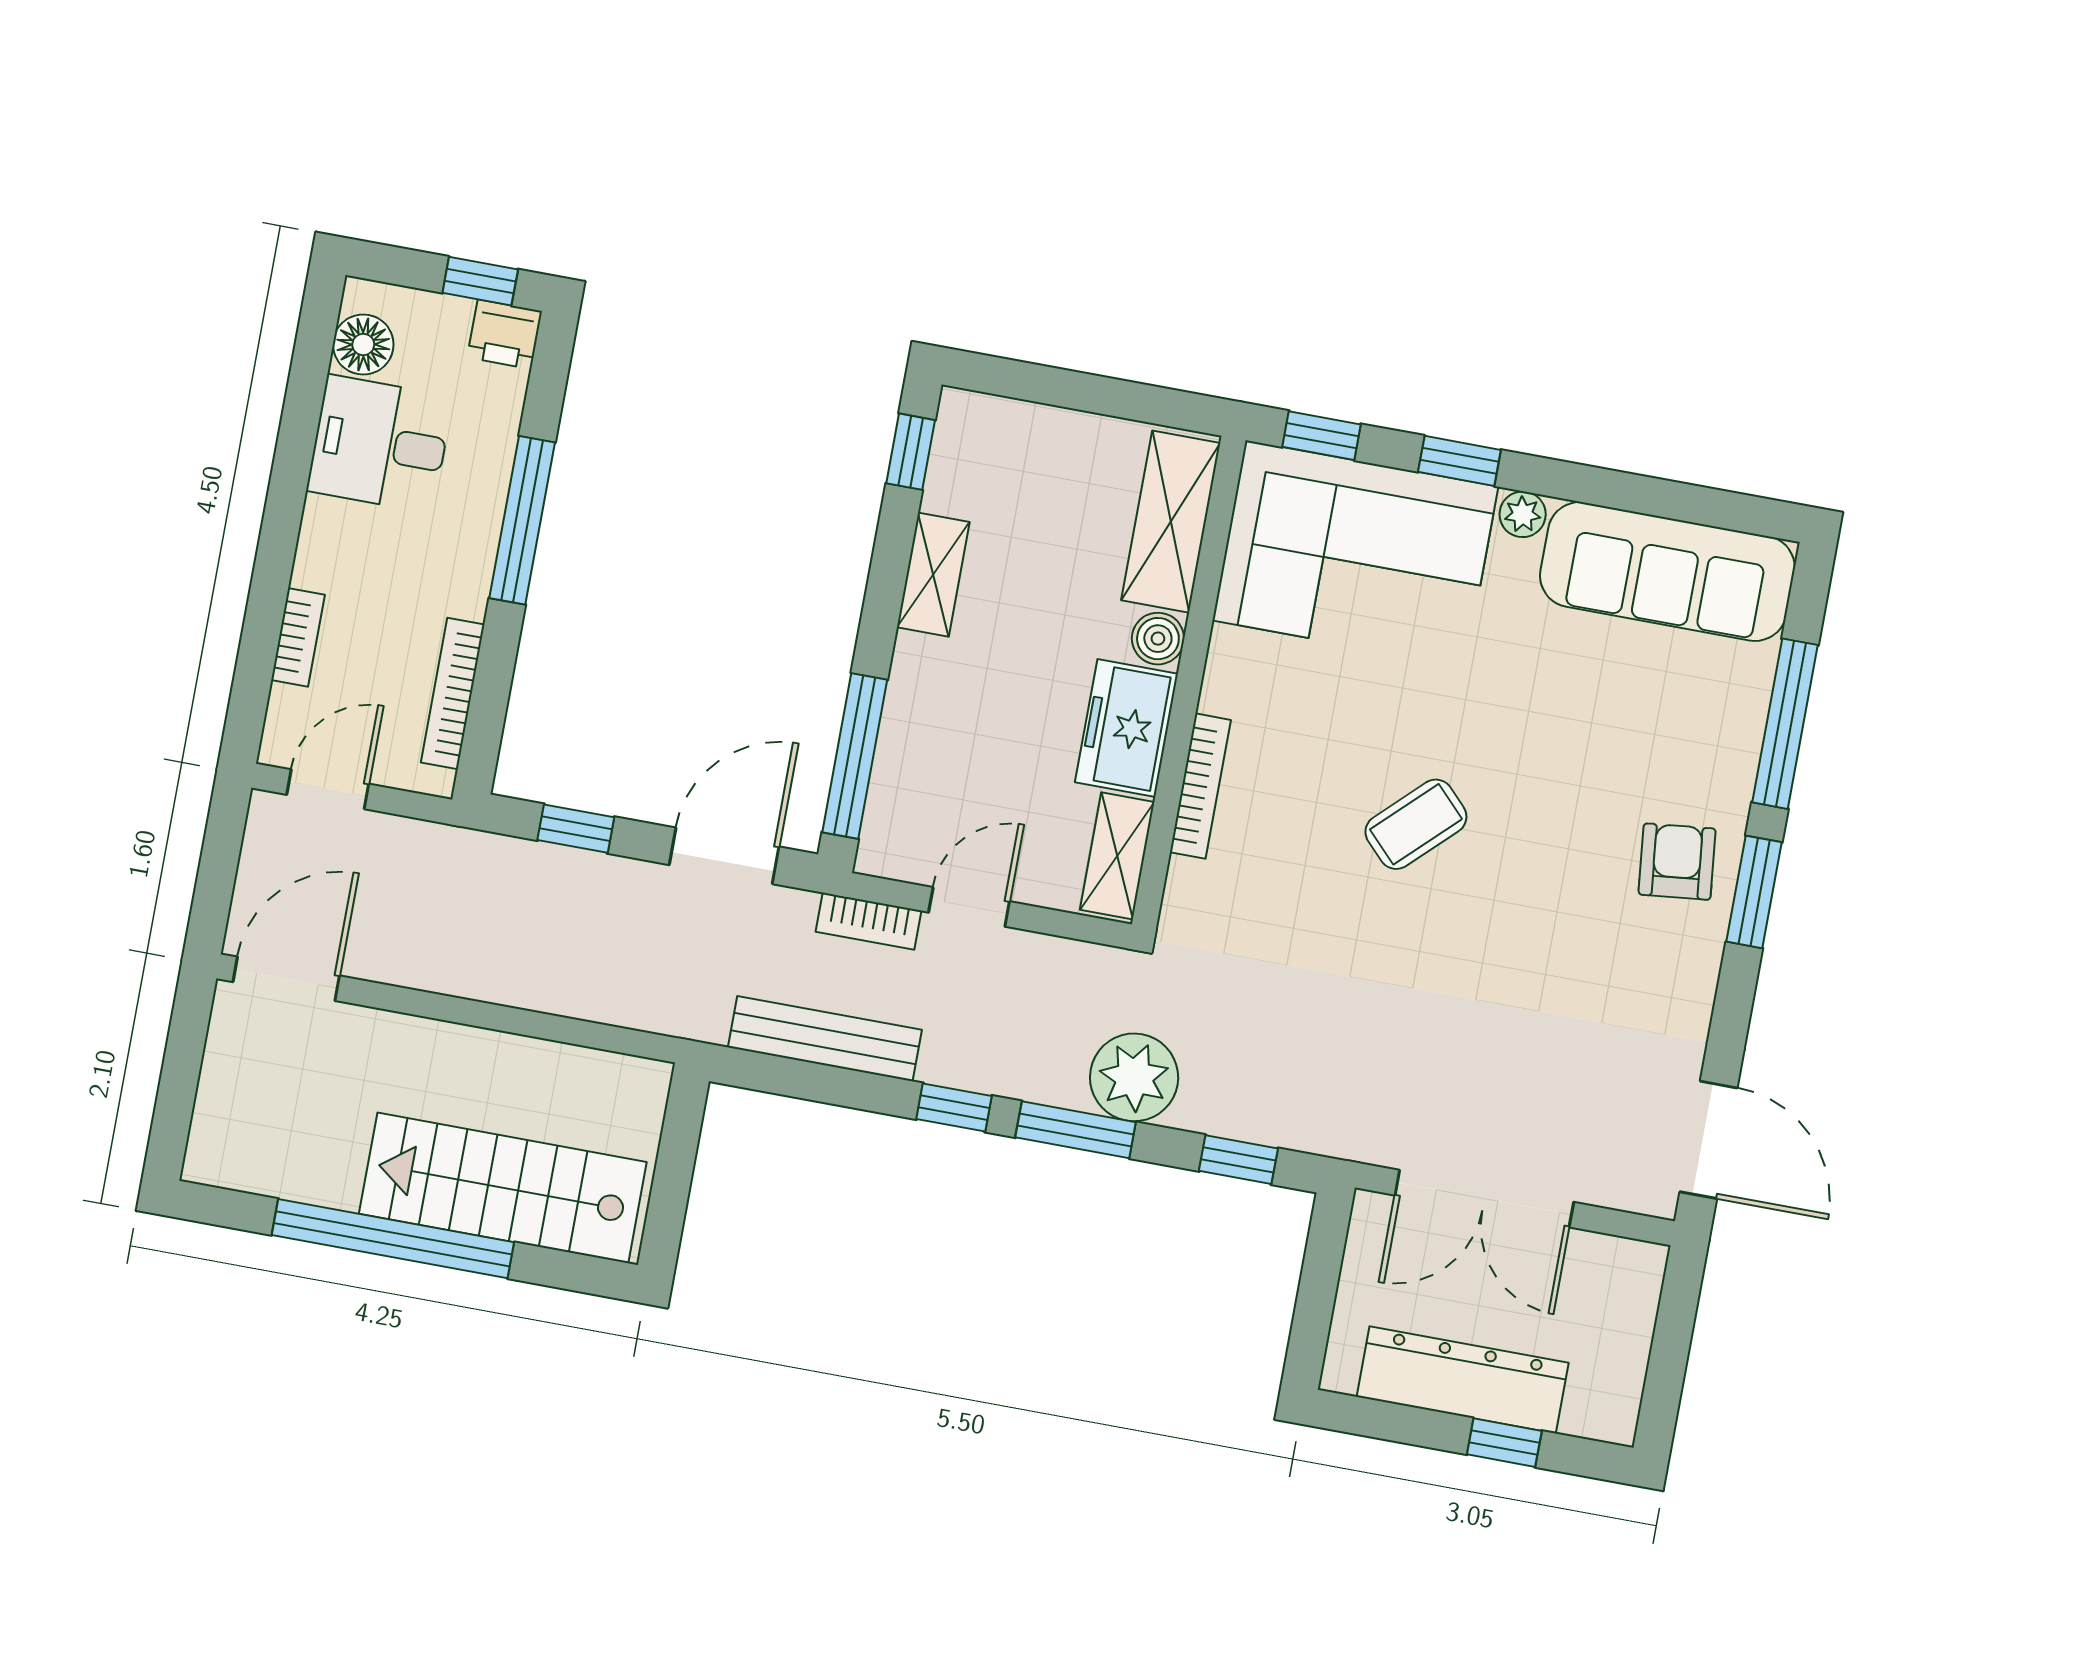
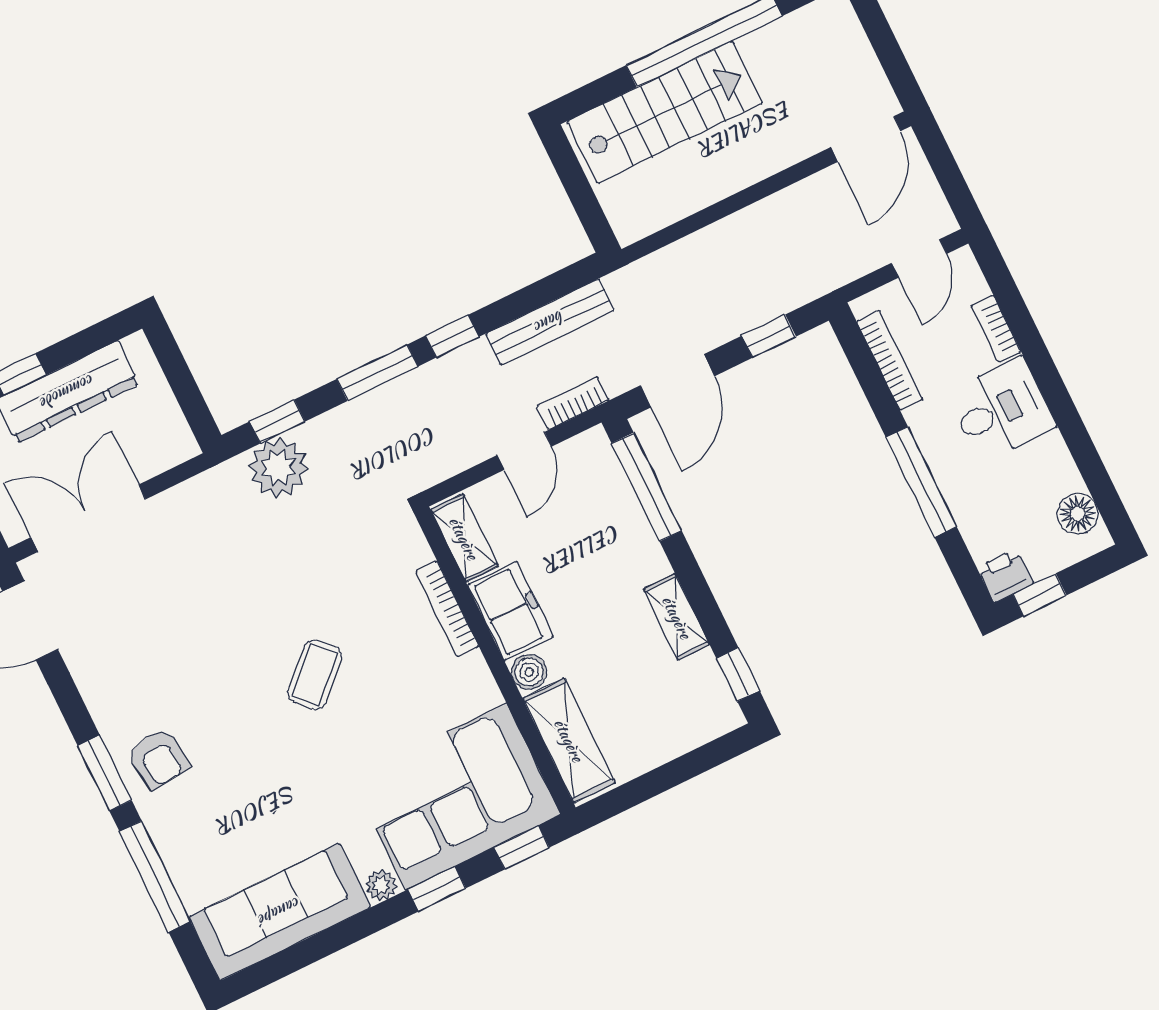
desk: (380, 444) -> (1001, 410), moved
plant: (1134, 1077) -> (278, 468), moved
double door: (1484, 1199) -> (88, 518), moved

